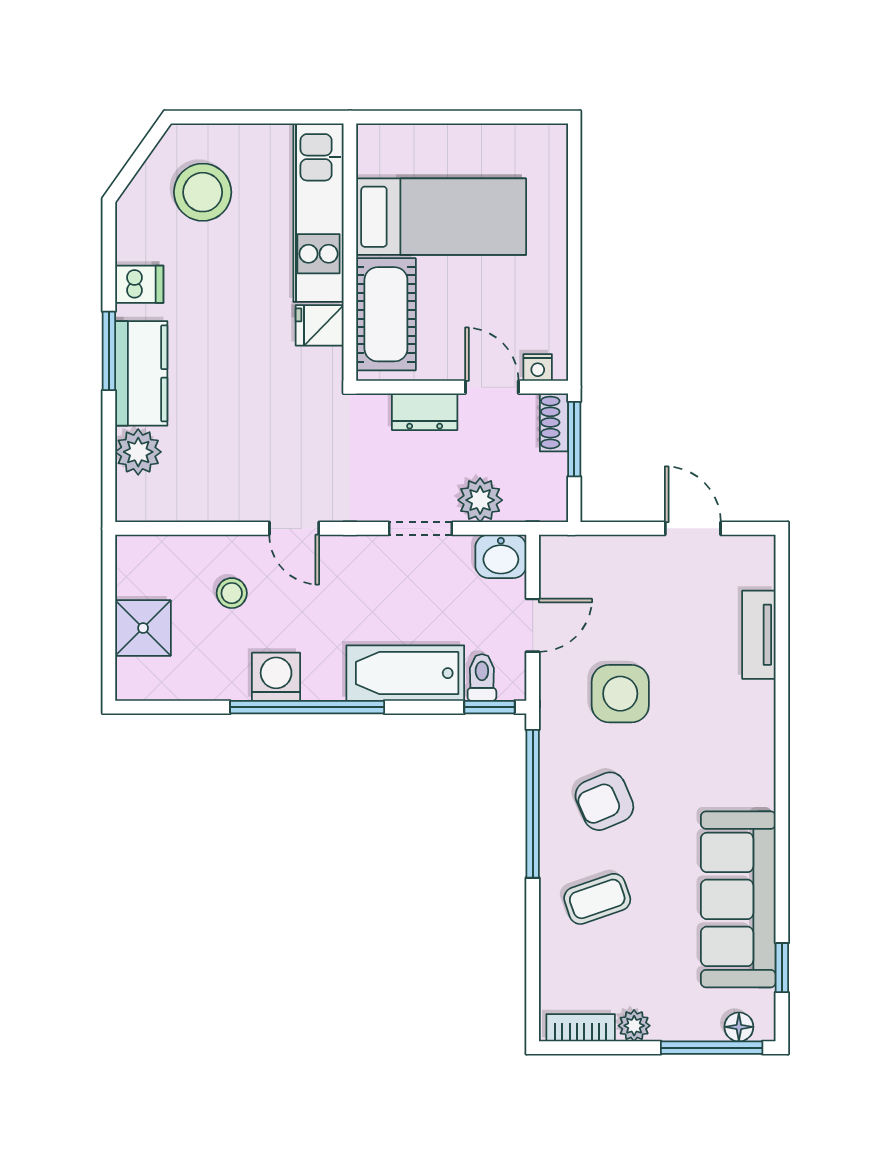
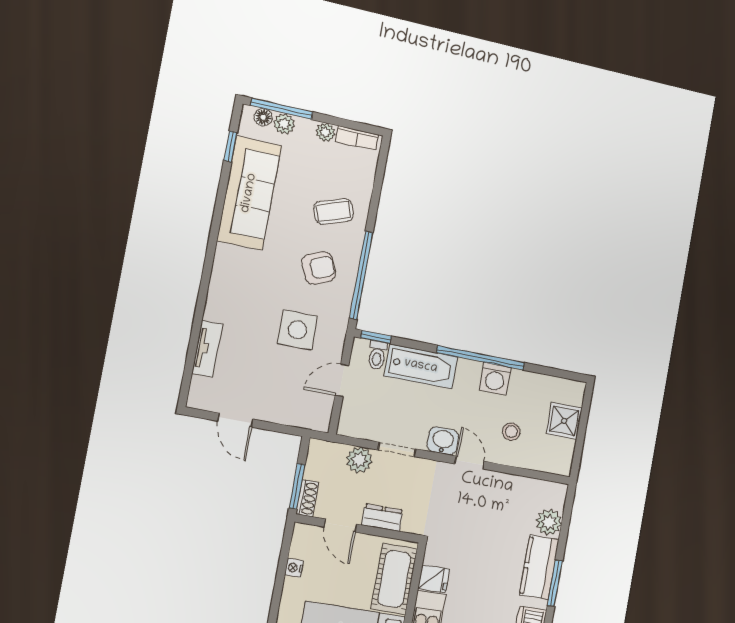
nightstand: (538, 368) -> (294, 568), moved, turned -90
washbasin: (501, 556) -> (443, 441), moved
plant: (704, 1024) -> (284, 124), added

